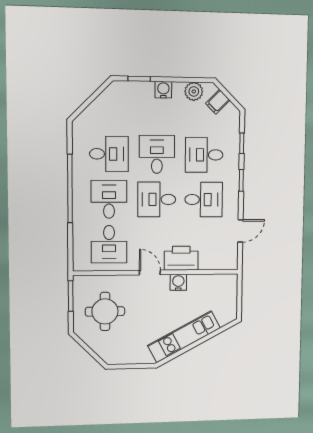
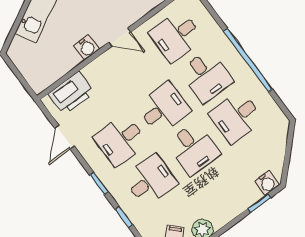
water cooler: (163, 90) -> (267, 183), moved
desk: (109, 244) -> (176, 36), turned -90
printer: (181, 258) -> (71, 93), moved

